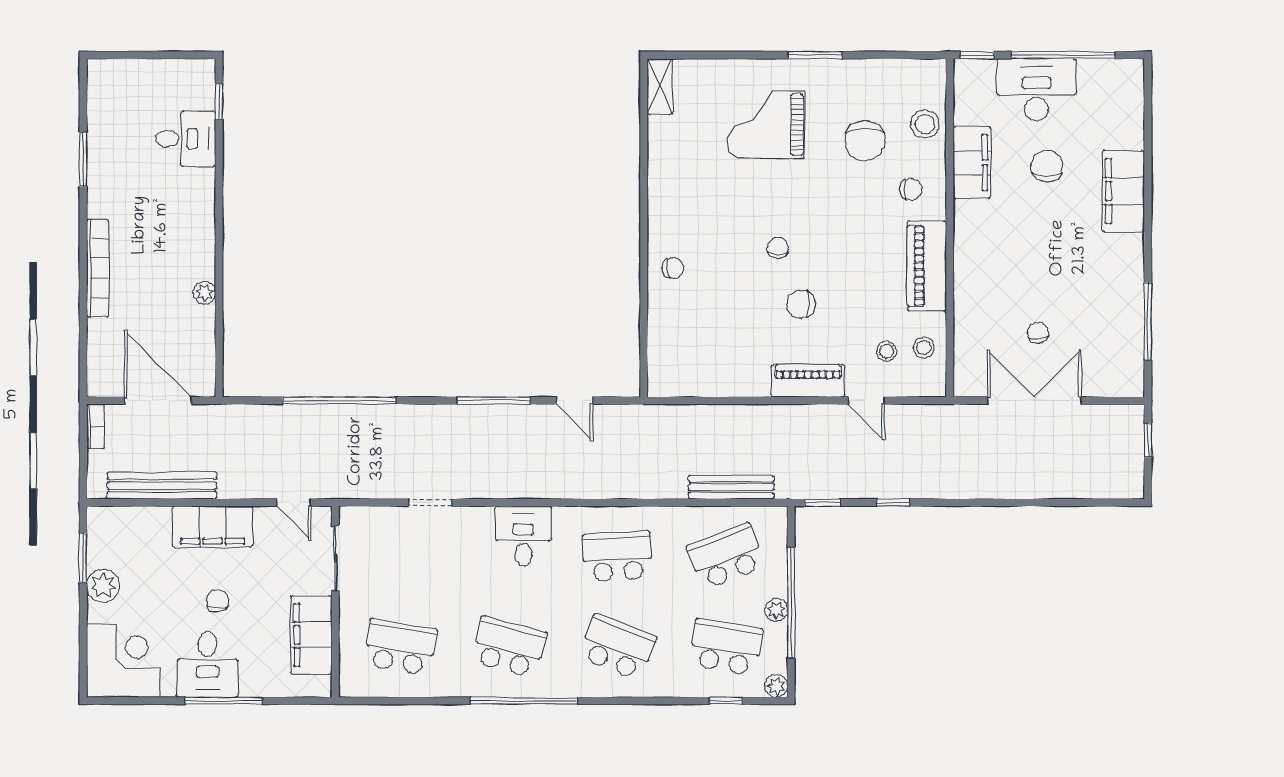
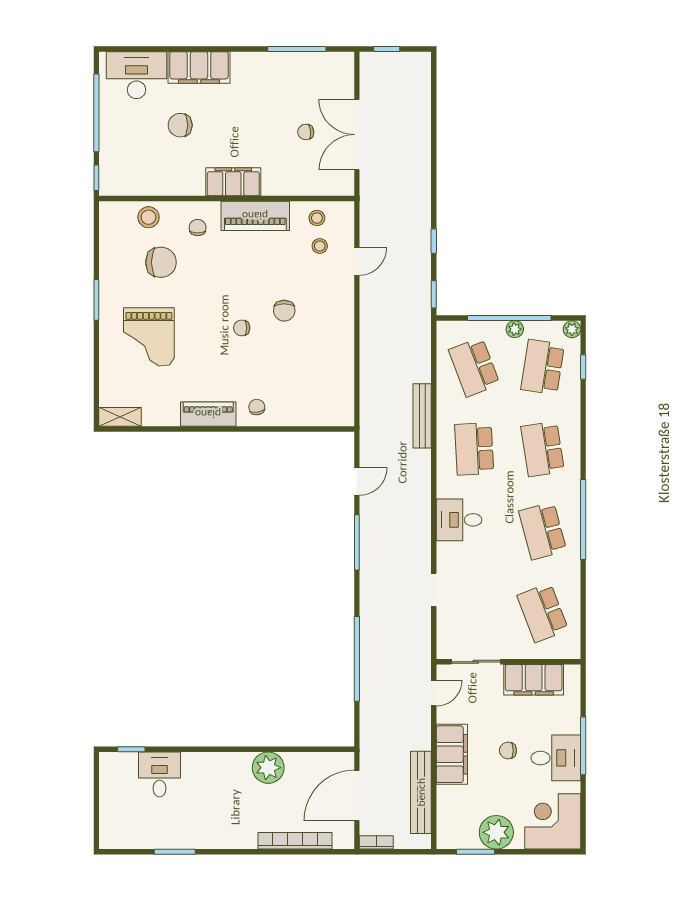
desk: (1036, 90) -> (136, 75), moved, turned 90
filing cabinet: (972, 163) -> (233, 182), moved
bookcase: (98, 268) -> (295, 841), moved
plant: (204, 293) -> (268, 768), width x1.87, depth x1.87
piano: (808, 381) -> (208, 414), moved, turned 90
bench: (731, 487) -> (422, 416), moved
plant: (103, 586) -> (496, 832), width x1.36, depth x1.36
school desk: (400, 647) -> (543, 613), turned -30
school desk: (509, 647) -> (543, 531), turned -30
school desk: (617, 647) -> (543, 449), turned -30

